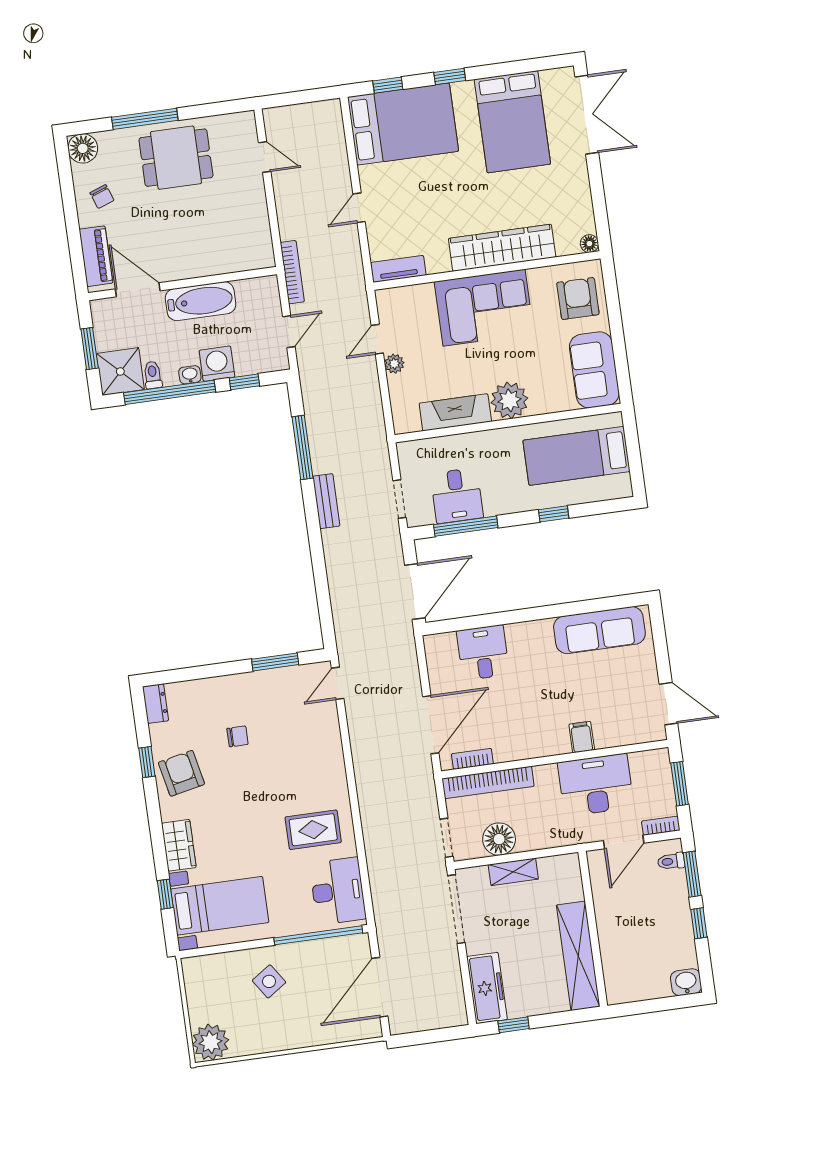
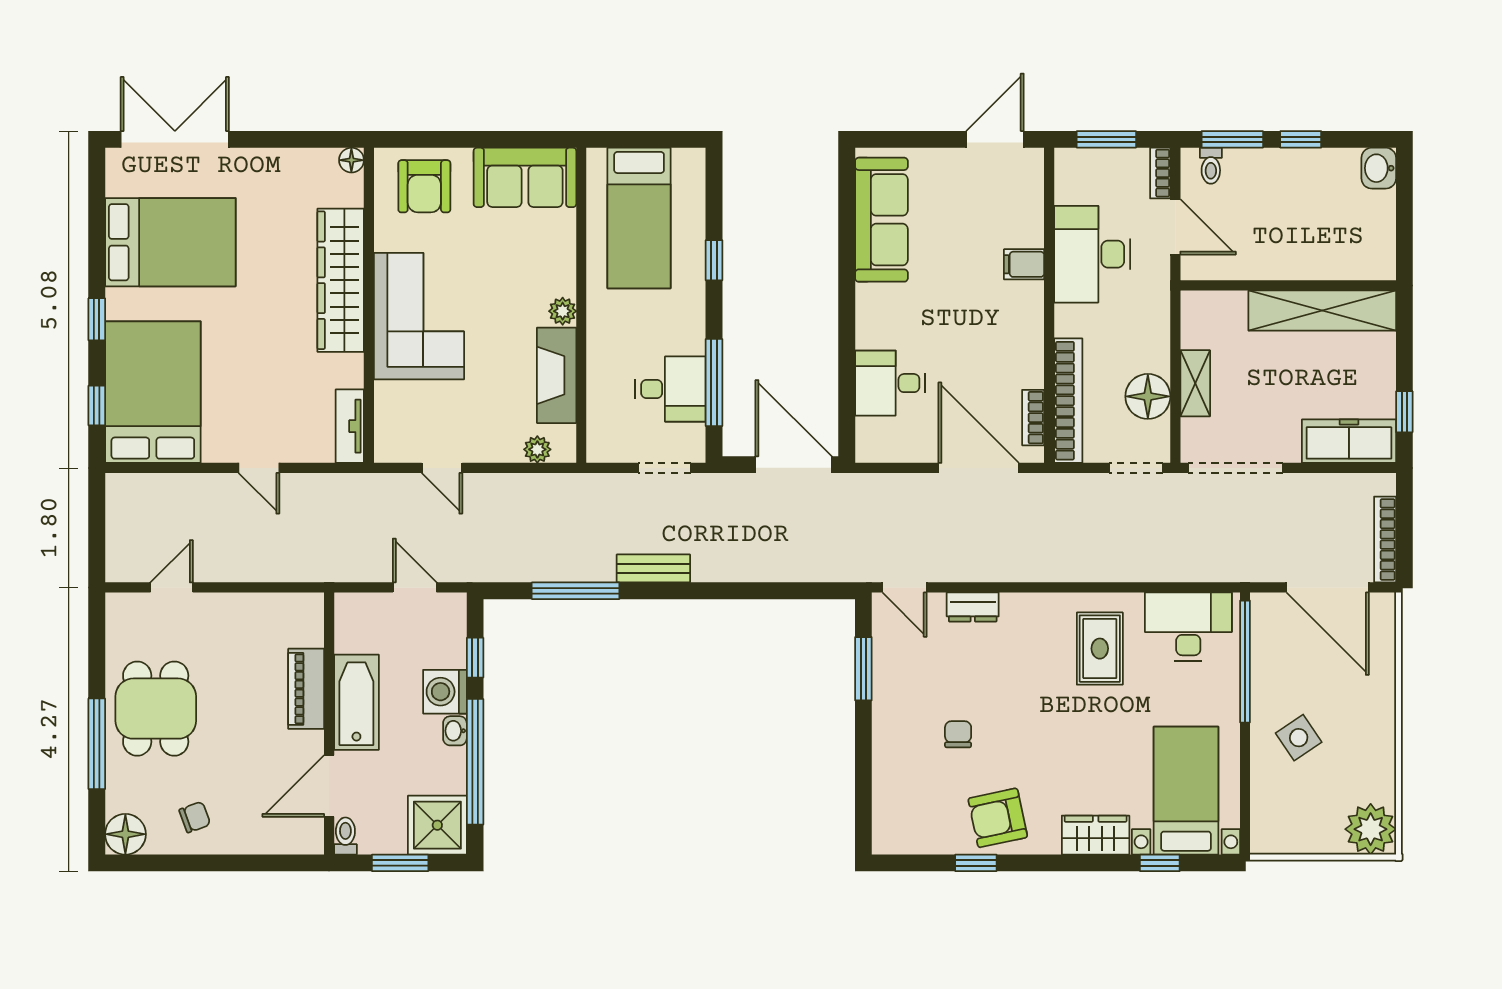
piano: (96, 256) -> (306, 689), moved, turned -90
bookcase: (292, 272) -> (1385, 540), moved, turned -90
armchair: (578, 298) -> (424, 186), turned -90
plant: (394, 364) -> (537, 449), moved
toilet: (153, 375) -> (345, 836), moved, turned 90
plant: (509, 400) -> (563, 311), width x0.53, depth x0.53
dresser: (156, 704) -> (973, 607), moved, turned 180

